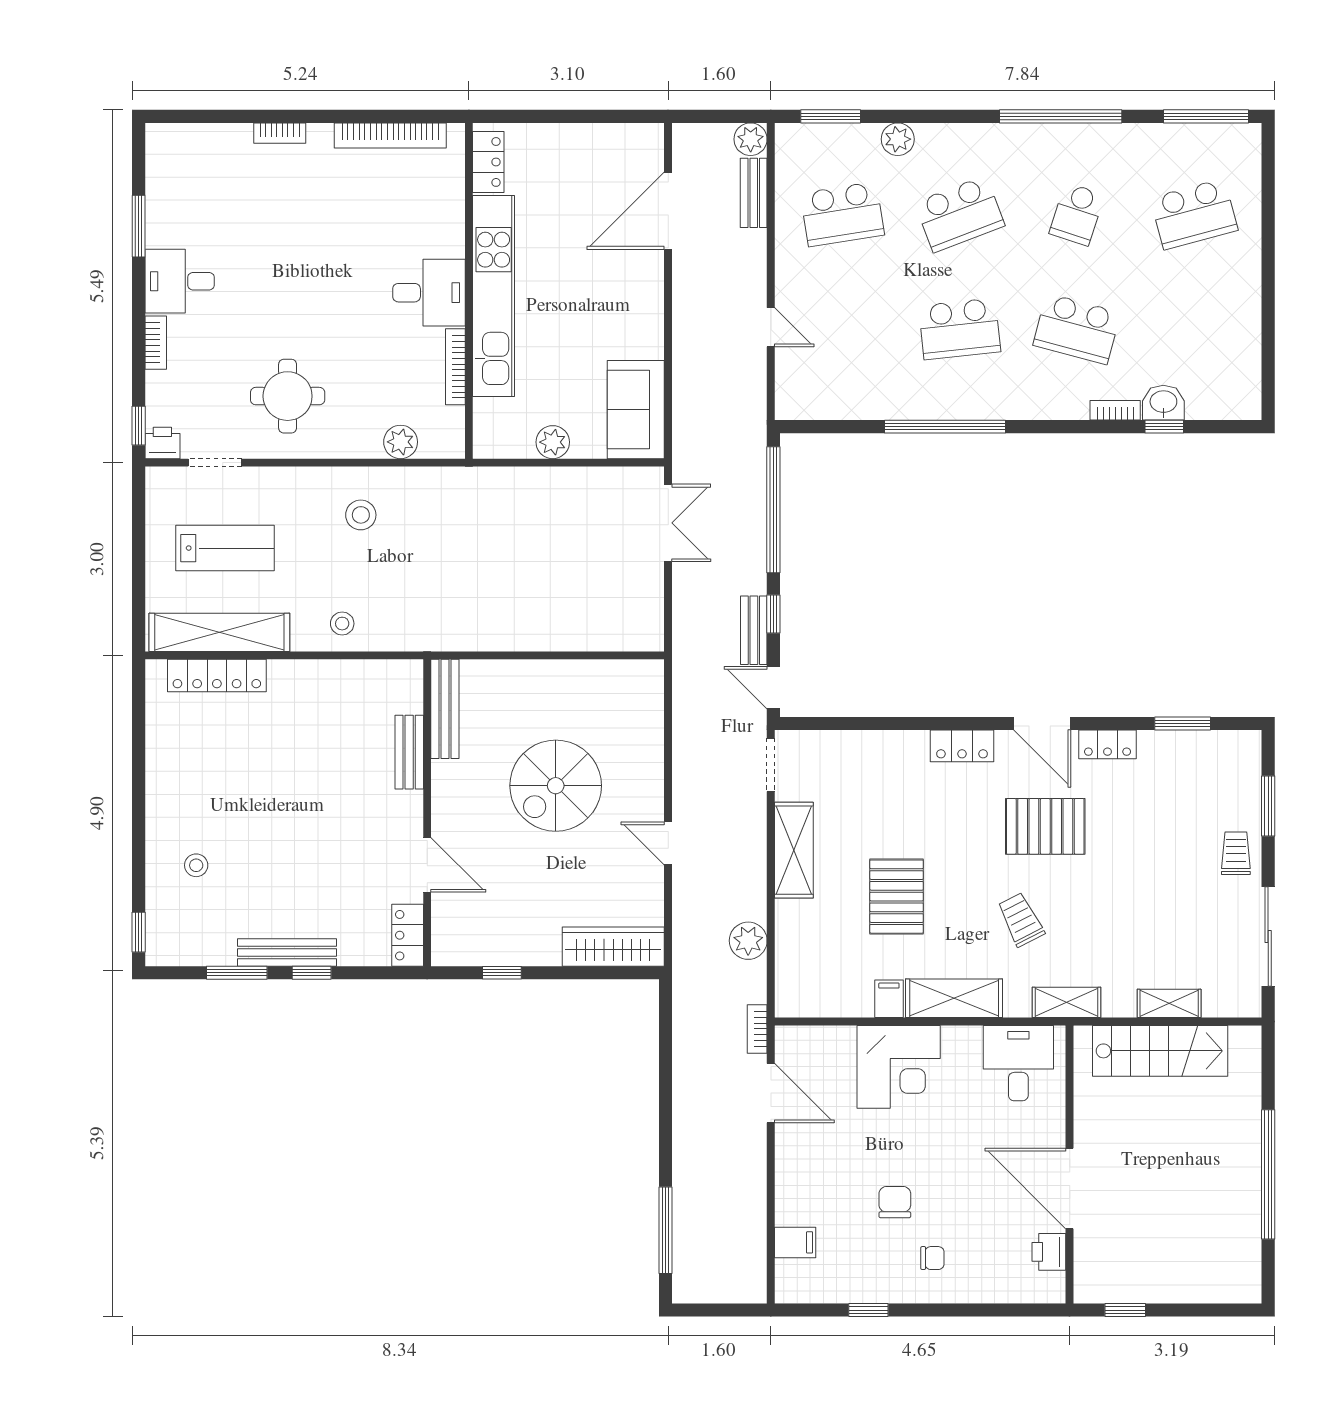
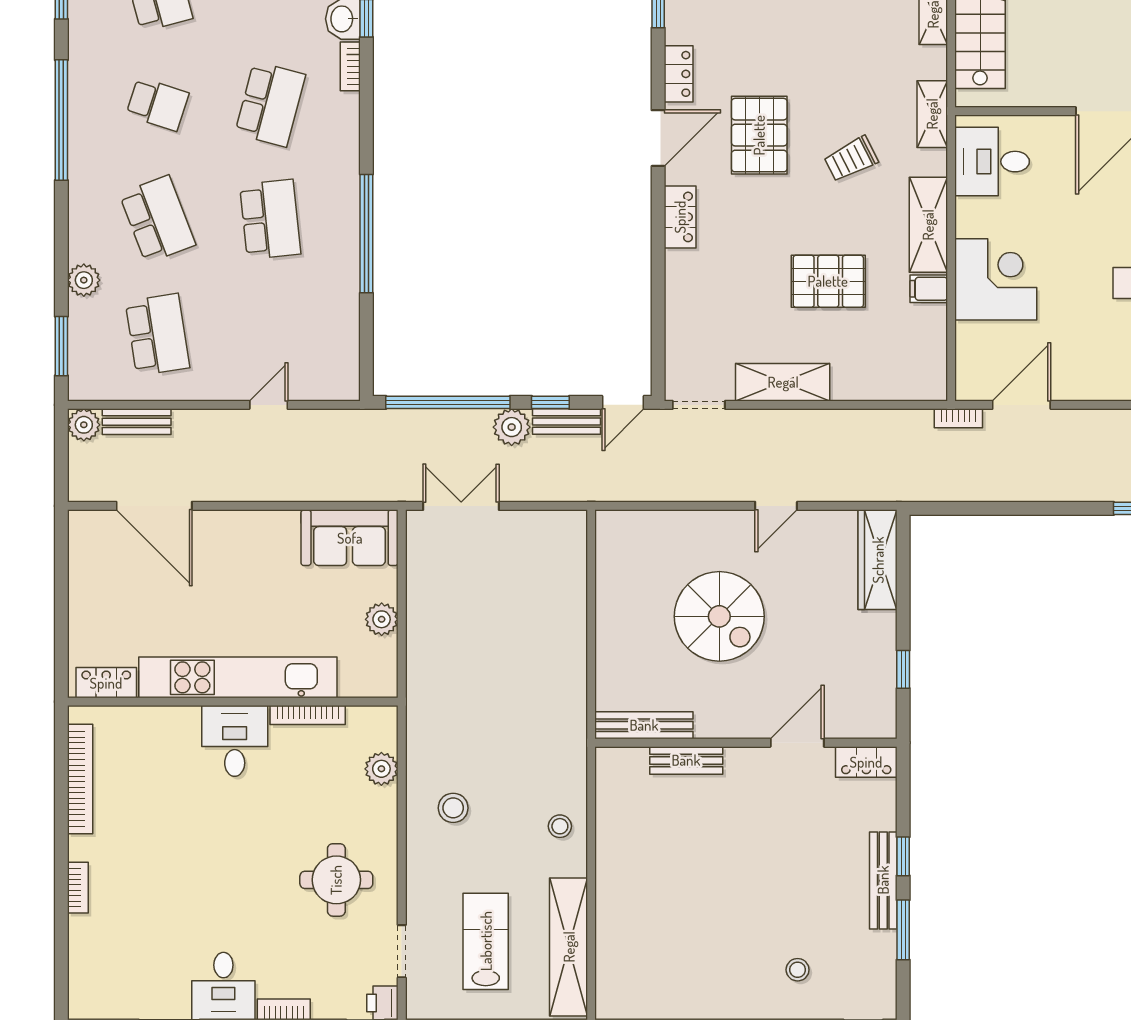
locker: (217, 676) -> (611, 949), removed
plant: (748, 941) -> (512, 427), moved

